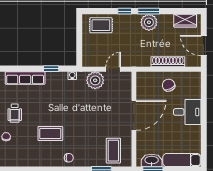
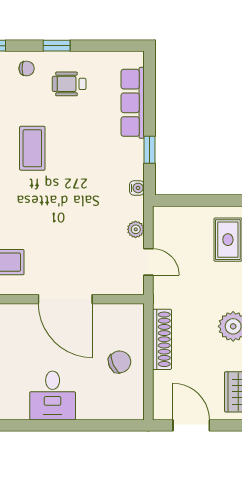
door: (204, 46) -> (191, 425), hinge flipped
shoe rack: (168, 62) -> (162, 339), moved
plant: (95, 80) -> (136, 229), width x0.53, depth x0.53
desk: (187, 112) -> (53, 395), moved

